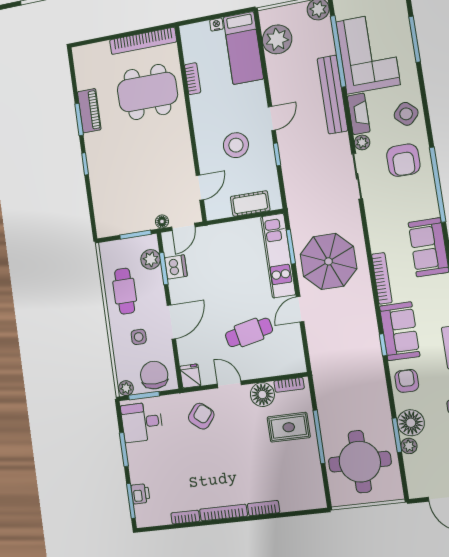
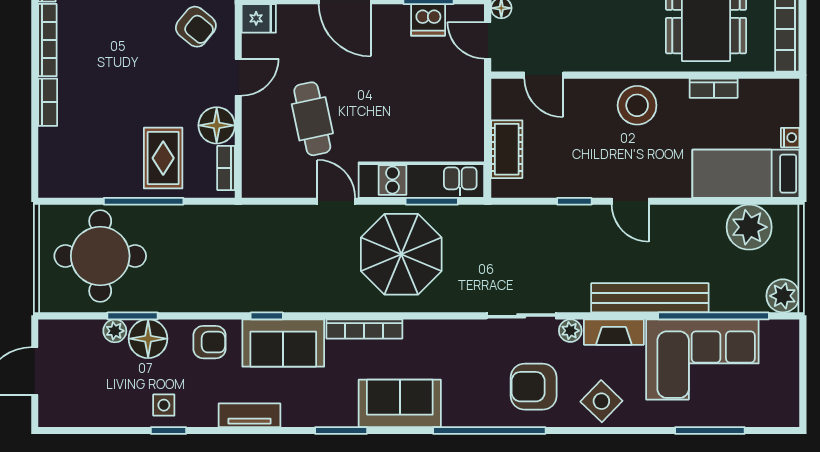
stool: (236, 145) -> (637, 105), moved

